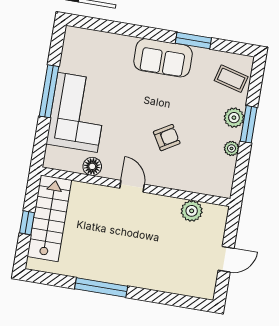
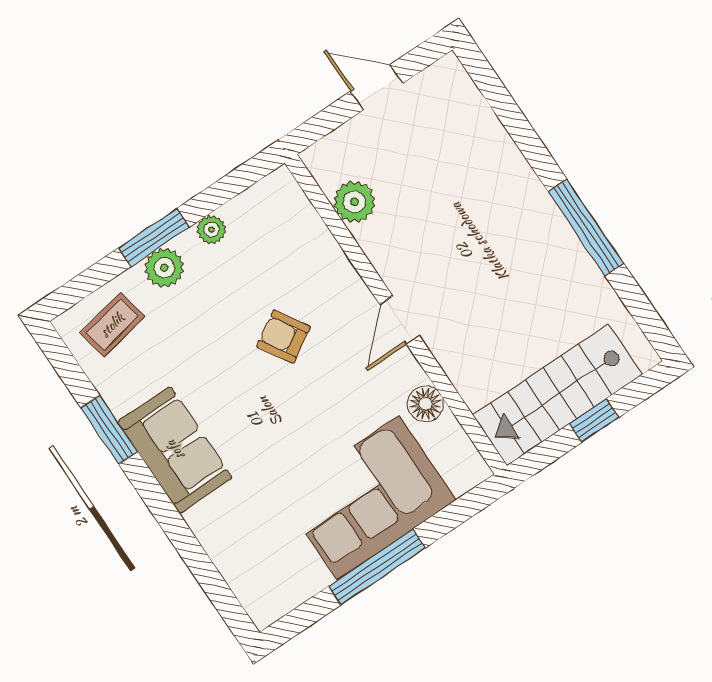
coffee table: (231, 79) -> (112, 325), turned 64

